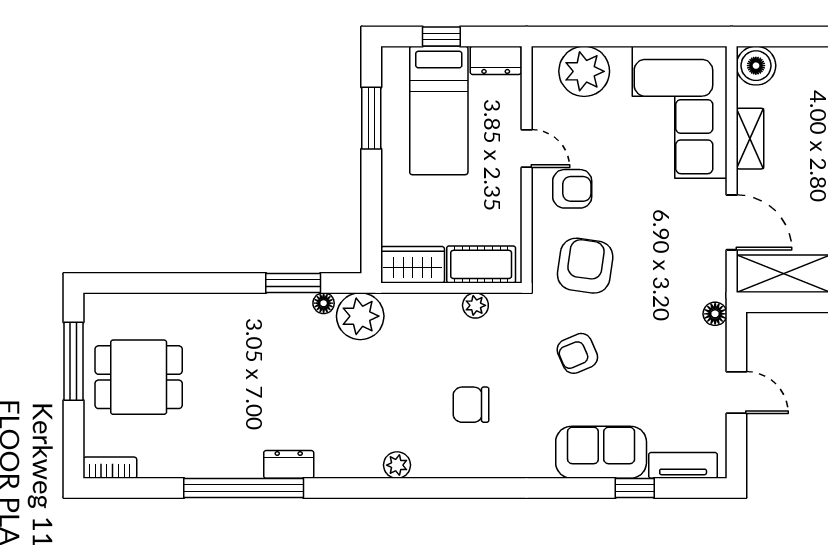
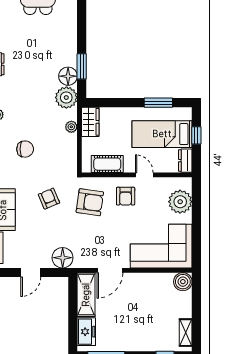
shelving: (750, 139) -> (149, 279), removed
door: (527, 148) -> (144, 175), swing flipped
cot: (481, 264) -> (107, 164), moved, turned 90
floor lamp: (324, 303) -> (68, 76), width x1.89, depth x1.89
plant: (475, 305) -> (71, 127), moved
floor lamp: (715, 314) -> (63, 258), width x1.89, depth x1.89
chair: (471, 405) -> (25, 149), turned 90

